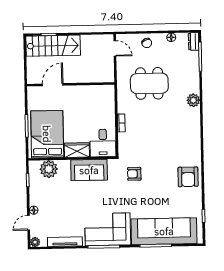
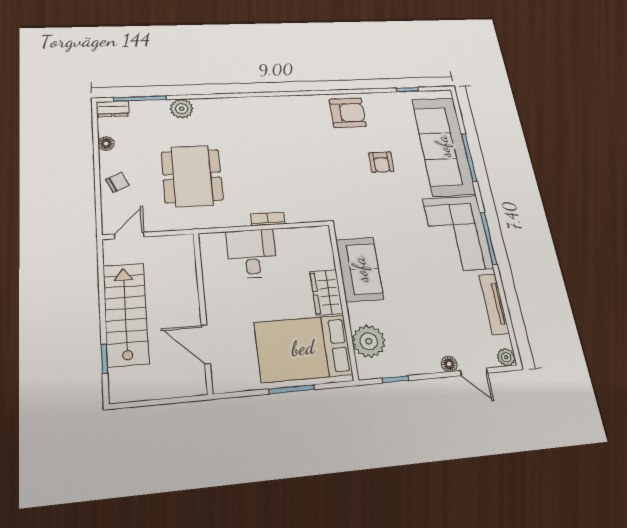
stairs: (53, 46) -> (126, 314), moved
plant: (193, 100) -> (182, 109), moved
desk: (103, 143) -> (252, 254), moved, turned -90
armchair: (134, 174) -> (381, 162), moved

